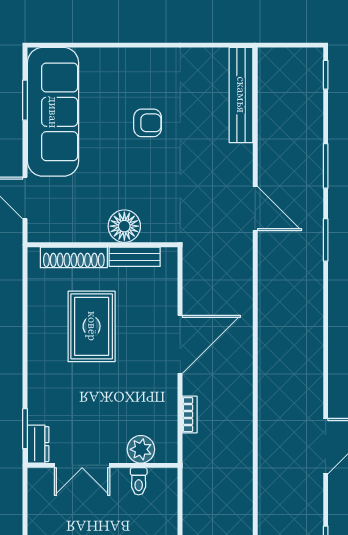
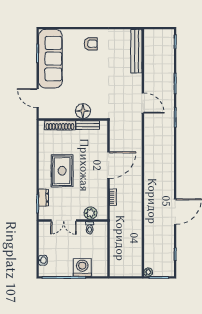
armchair: (148, 123) -> (91, 44), moved
rug: (92, 326) -> (62, 171), moved
dresser: (38, 444) -> (44, 198), moved

